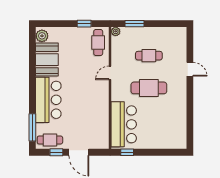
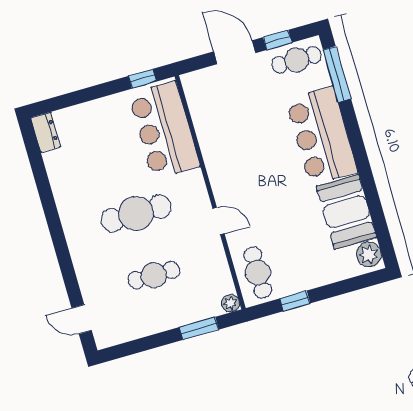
door: (190, 69) -> (82, 319), moved
door: (110, 73) -> (218, 221), hinge flipped
dresser: (181, 140) -> (45, 132), added

